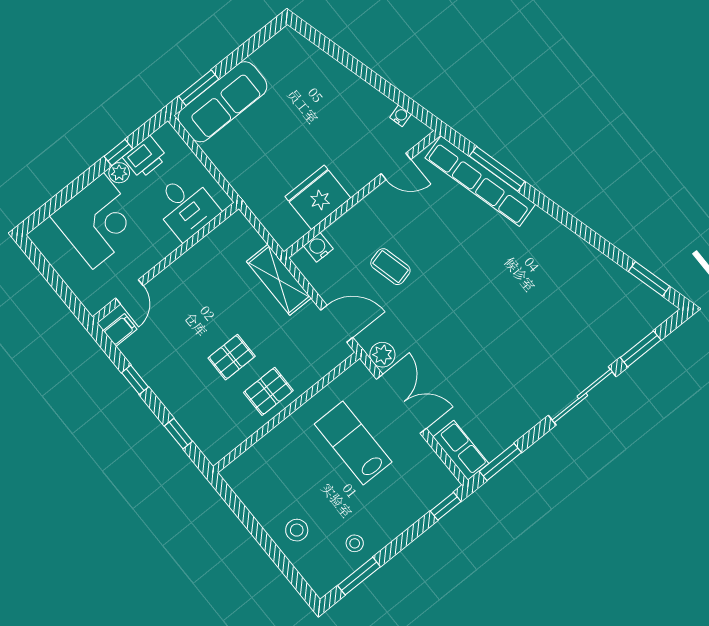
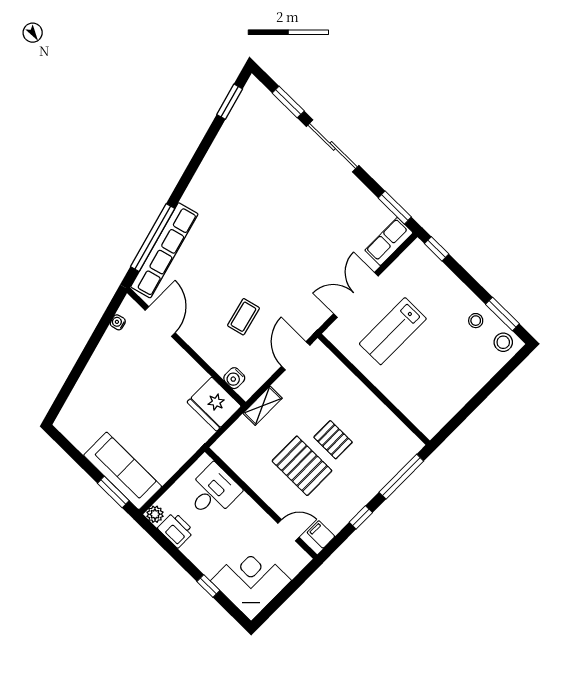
window: (118, 152) -> (208, 586), moved
door: (396, 166) -> (160, 321), width x1.38
window: (497, 169) -> (153, 238), width x1.46
plant: (119, 173) -> (155, 514), moved
fridge: (318, 197) -> (214, 404), moved
corner desk: (98, 221) -> (251, 581), moved
shelving: (279, 280) -> (263, 406), width x0.67, depth x0.75
plant: (382, 355) -> (317, 315), removed
pallet: (268, 391) -> (302, 466), moved, width x1.50, depth x1.42
window: (178, 434) -> (401, 477), width x2.17
stool: (297, 530) -> (503, 342), moved

